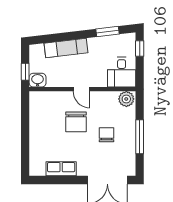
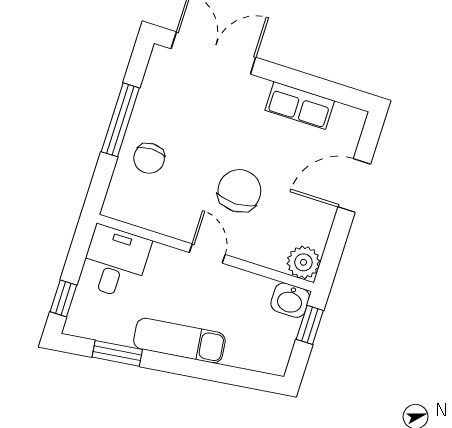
exam couch: (66, 48) -> (179, 341), moved
plant: (126, 99) -> (303, 262), moved
chair: (106, 135) -> (149, 158), moved
door: (25, 141) -> (354, 185), added

